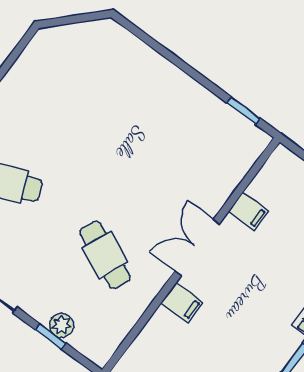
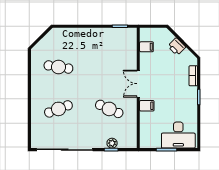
cafe table: (67, 102) -> (58, 67), added
filing cabinet: (249, 211) -> (146, 47), moved

